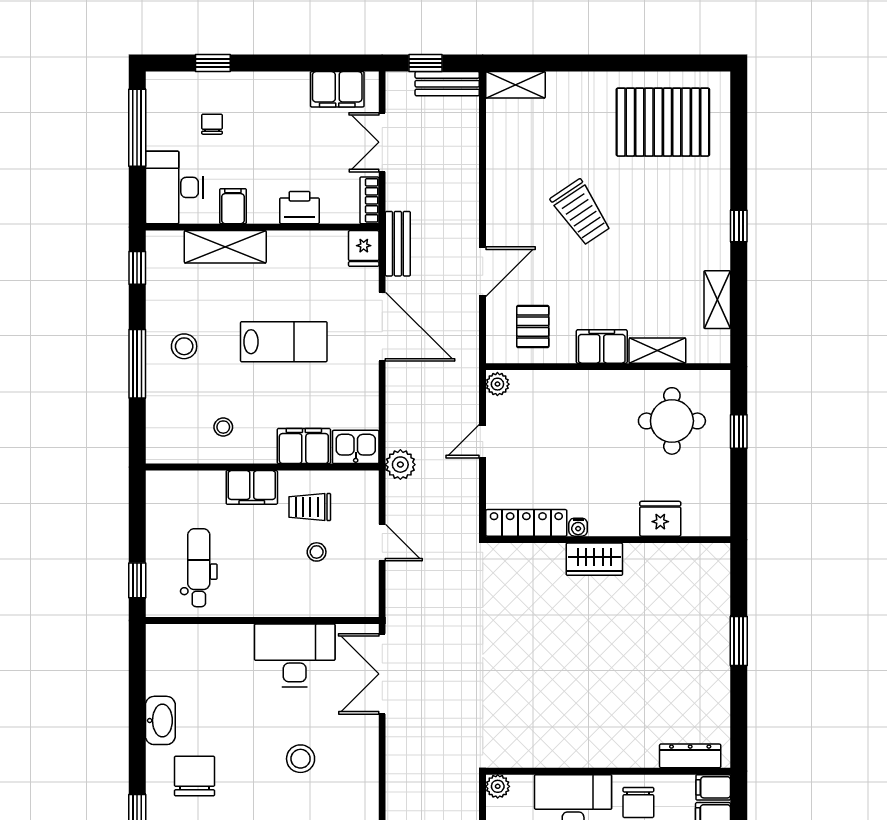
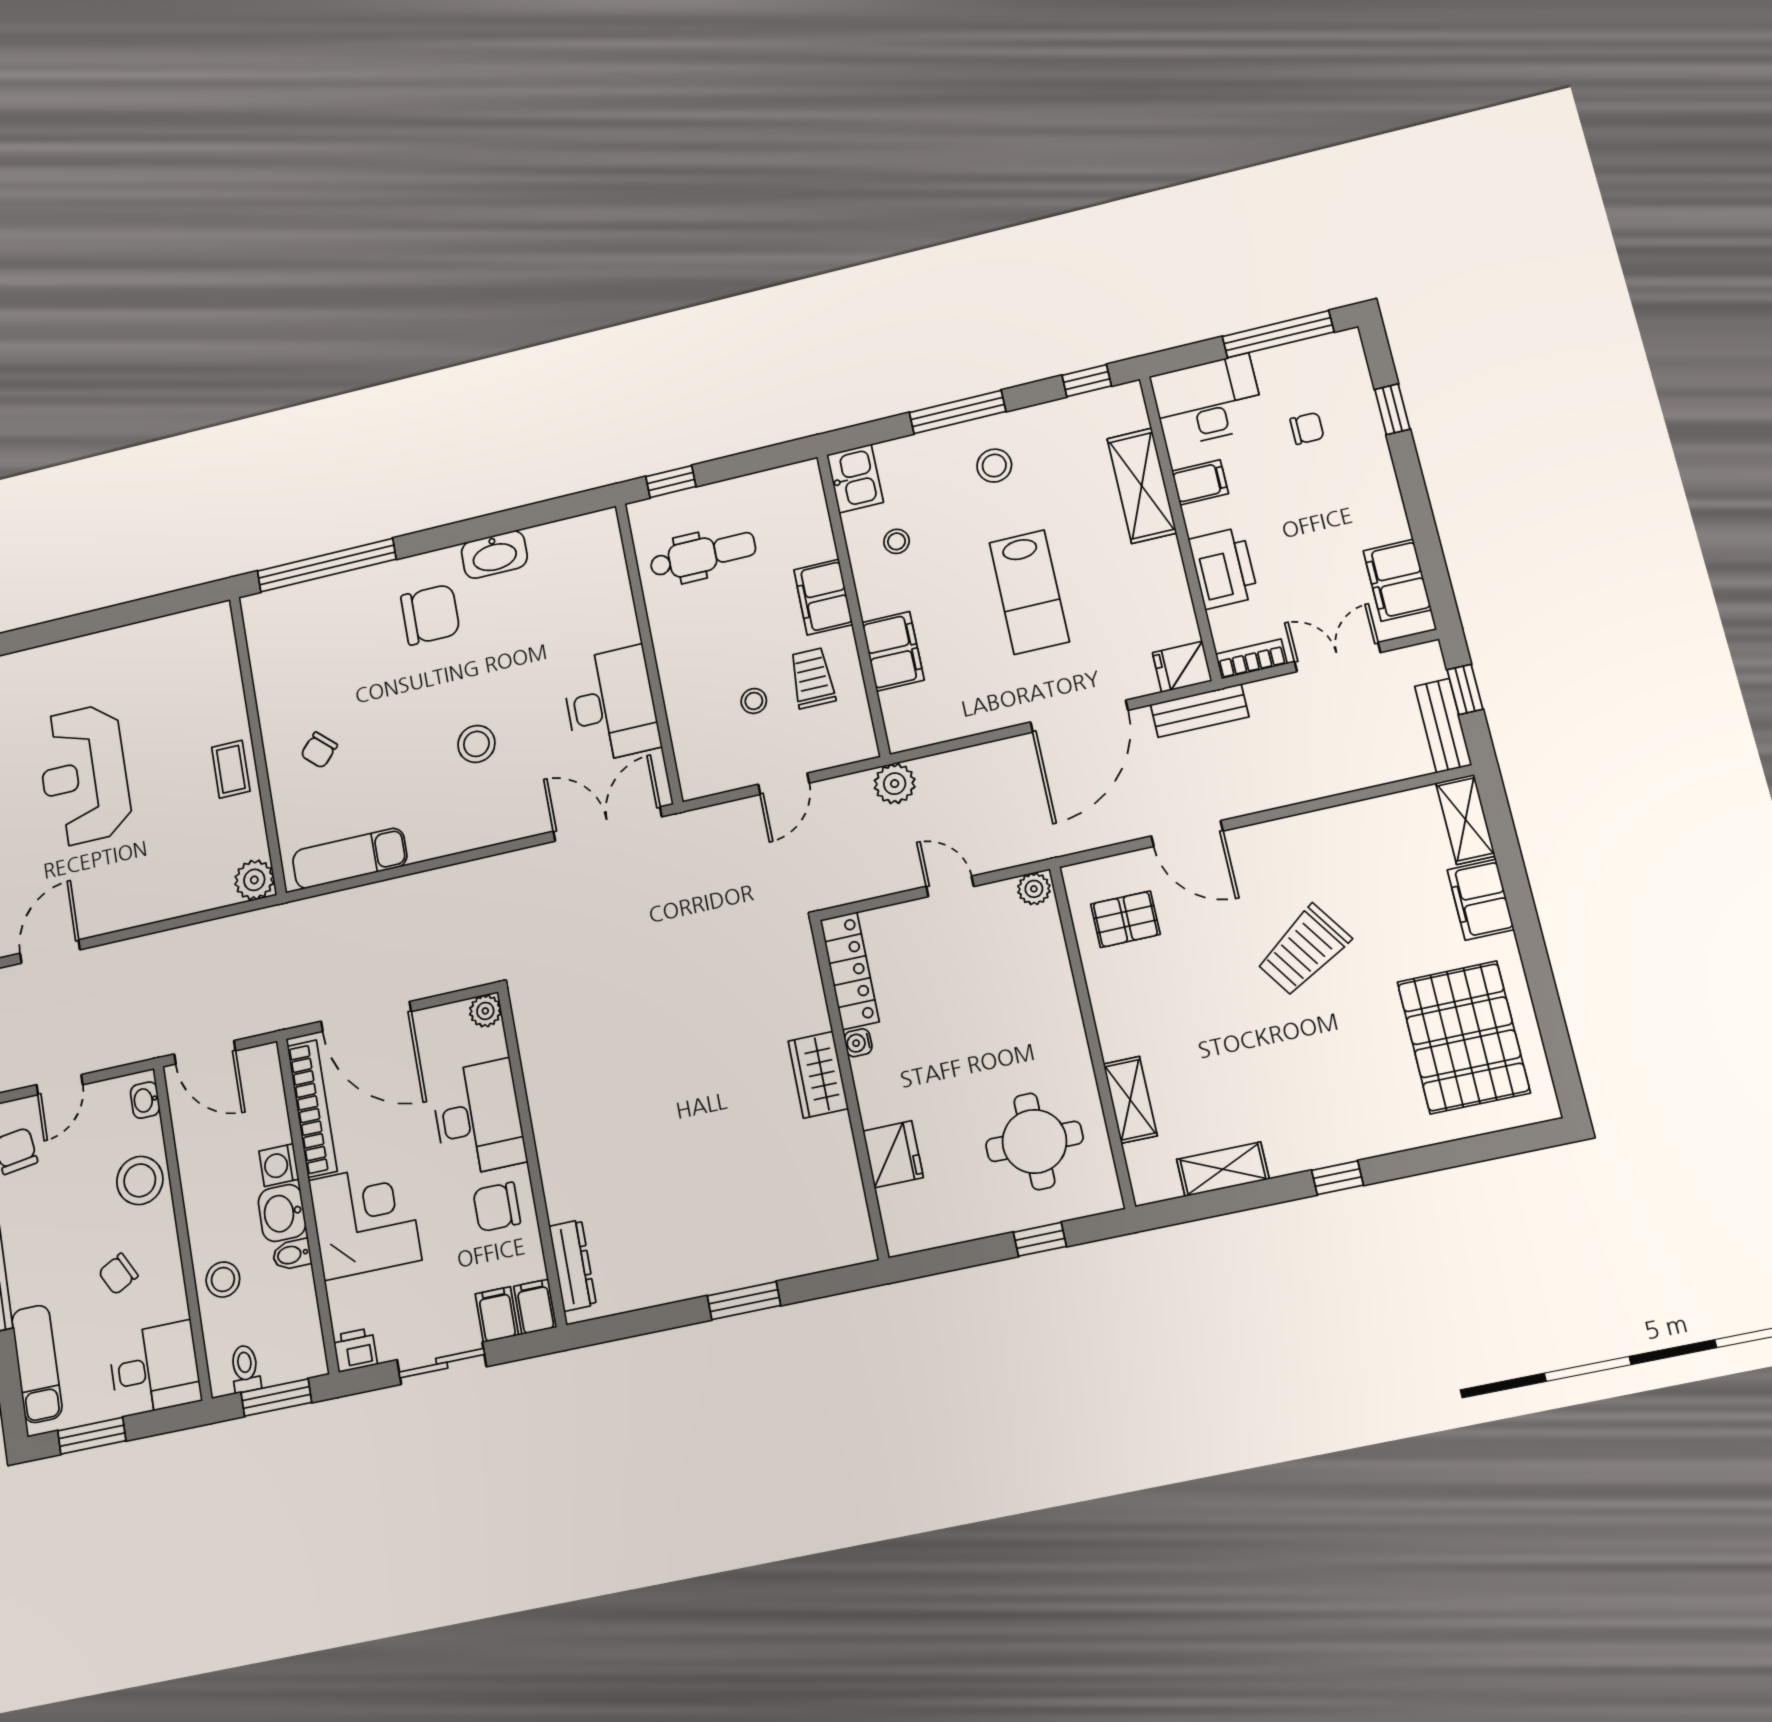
printer: (299, 208) -> (1223, 568), width x1.37, depth x1.19
filing cabinet: (602, 346) -> (1481, 900), moved, turned 180
kitchen sink: (356, 447) -> (855, 478), moved

